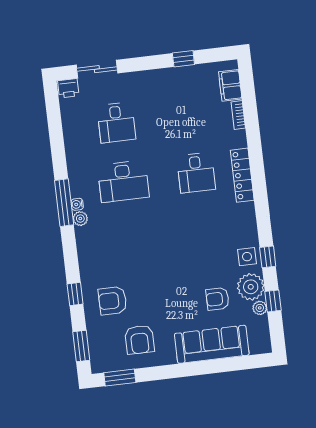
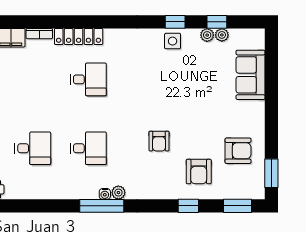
locker: (242, 175) -> (79, 36), moved
desk: (123, 181) -> (88, 148), width x0.73
plant: (251, 287) -> (207, 35), width x0.53, depth x0.53
armchair: (217, 299) -> (159, 141), moved
sofa: (212, 344) -> (251, 75), width x0.73

